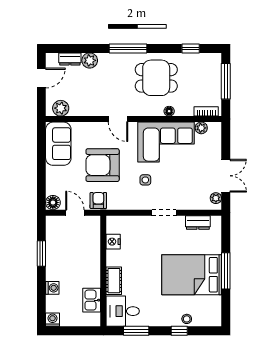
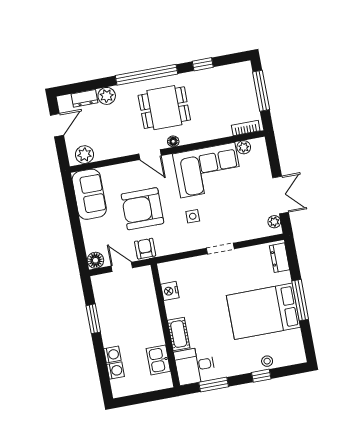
window: (128, 48) -> (147, 75), width x1.46
window: (191, 48) -> (203, 64), moved
dining table: (156, 78) -> (164, 108), moved
floor lamp: (169, 111) -> (173, 141), moved
dresser: (198, 222) -> (279, 258), moved, turned 90
washing machine: (52, 320) -> (116, 371), moved, turned 90

